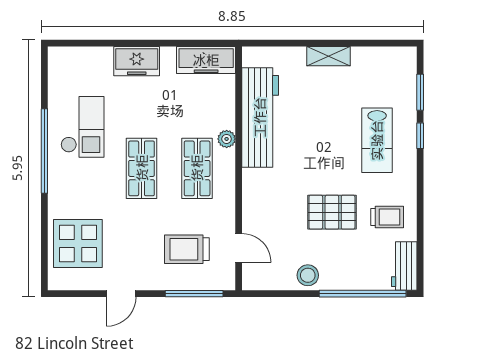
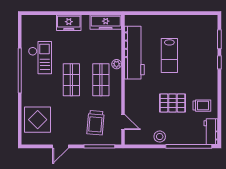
shelving: (328, 56) -> (171, 20), removed
lab bench: (377, 140) -> (169, 55), moved
trolley: (187, 249) -> (96, 123), turned -85

